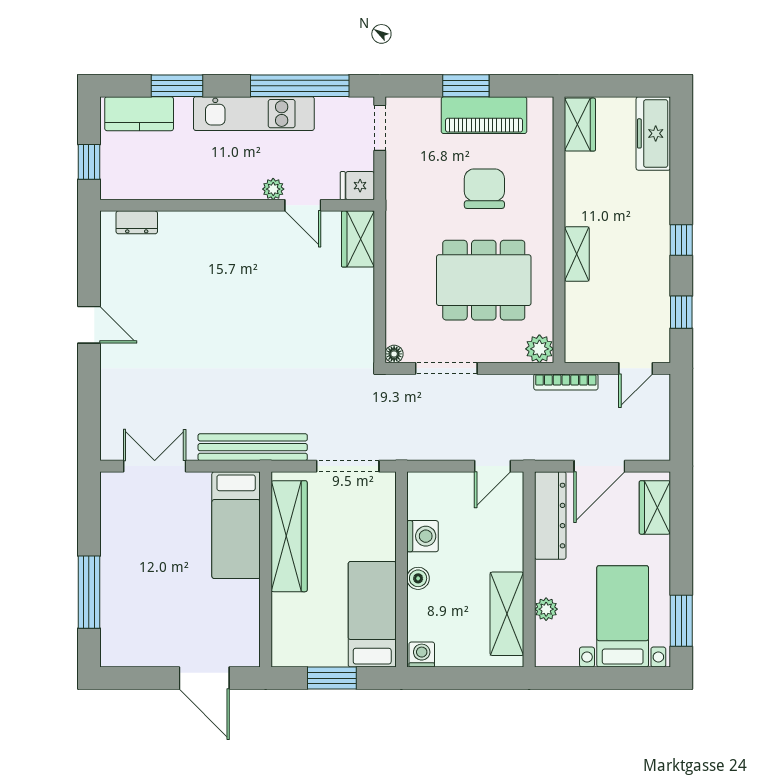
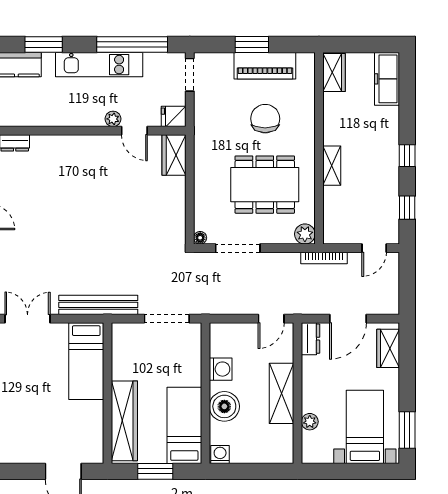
dresser: (550, 516) -> (310, 339), width x0.51, depth x0.80
wardrobe: (289, 536) -> (124, 421), moved
boiler: (418, 578) -> (224, 406), width x1.86, depth x1.86
shelving: (507, 614) -> (281, 393), moved

